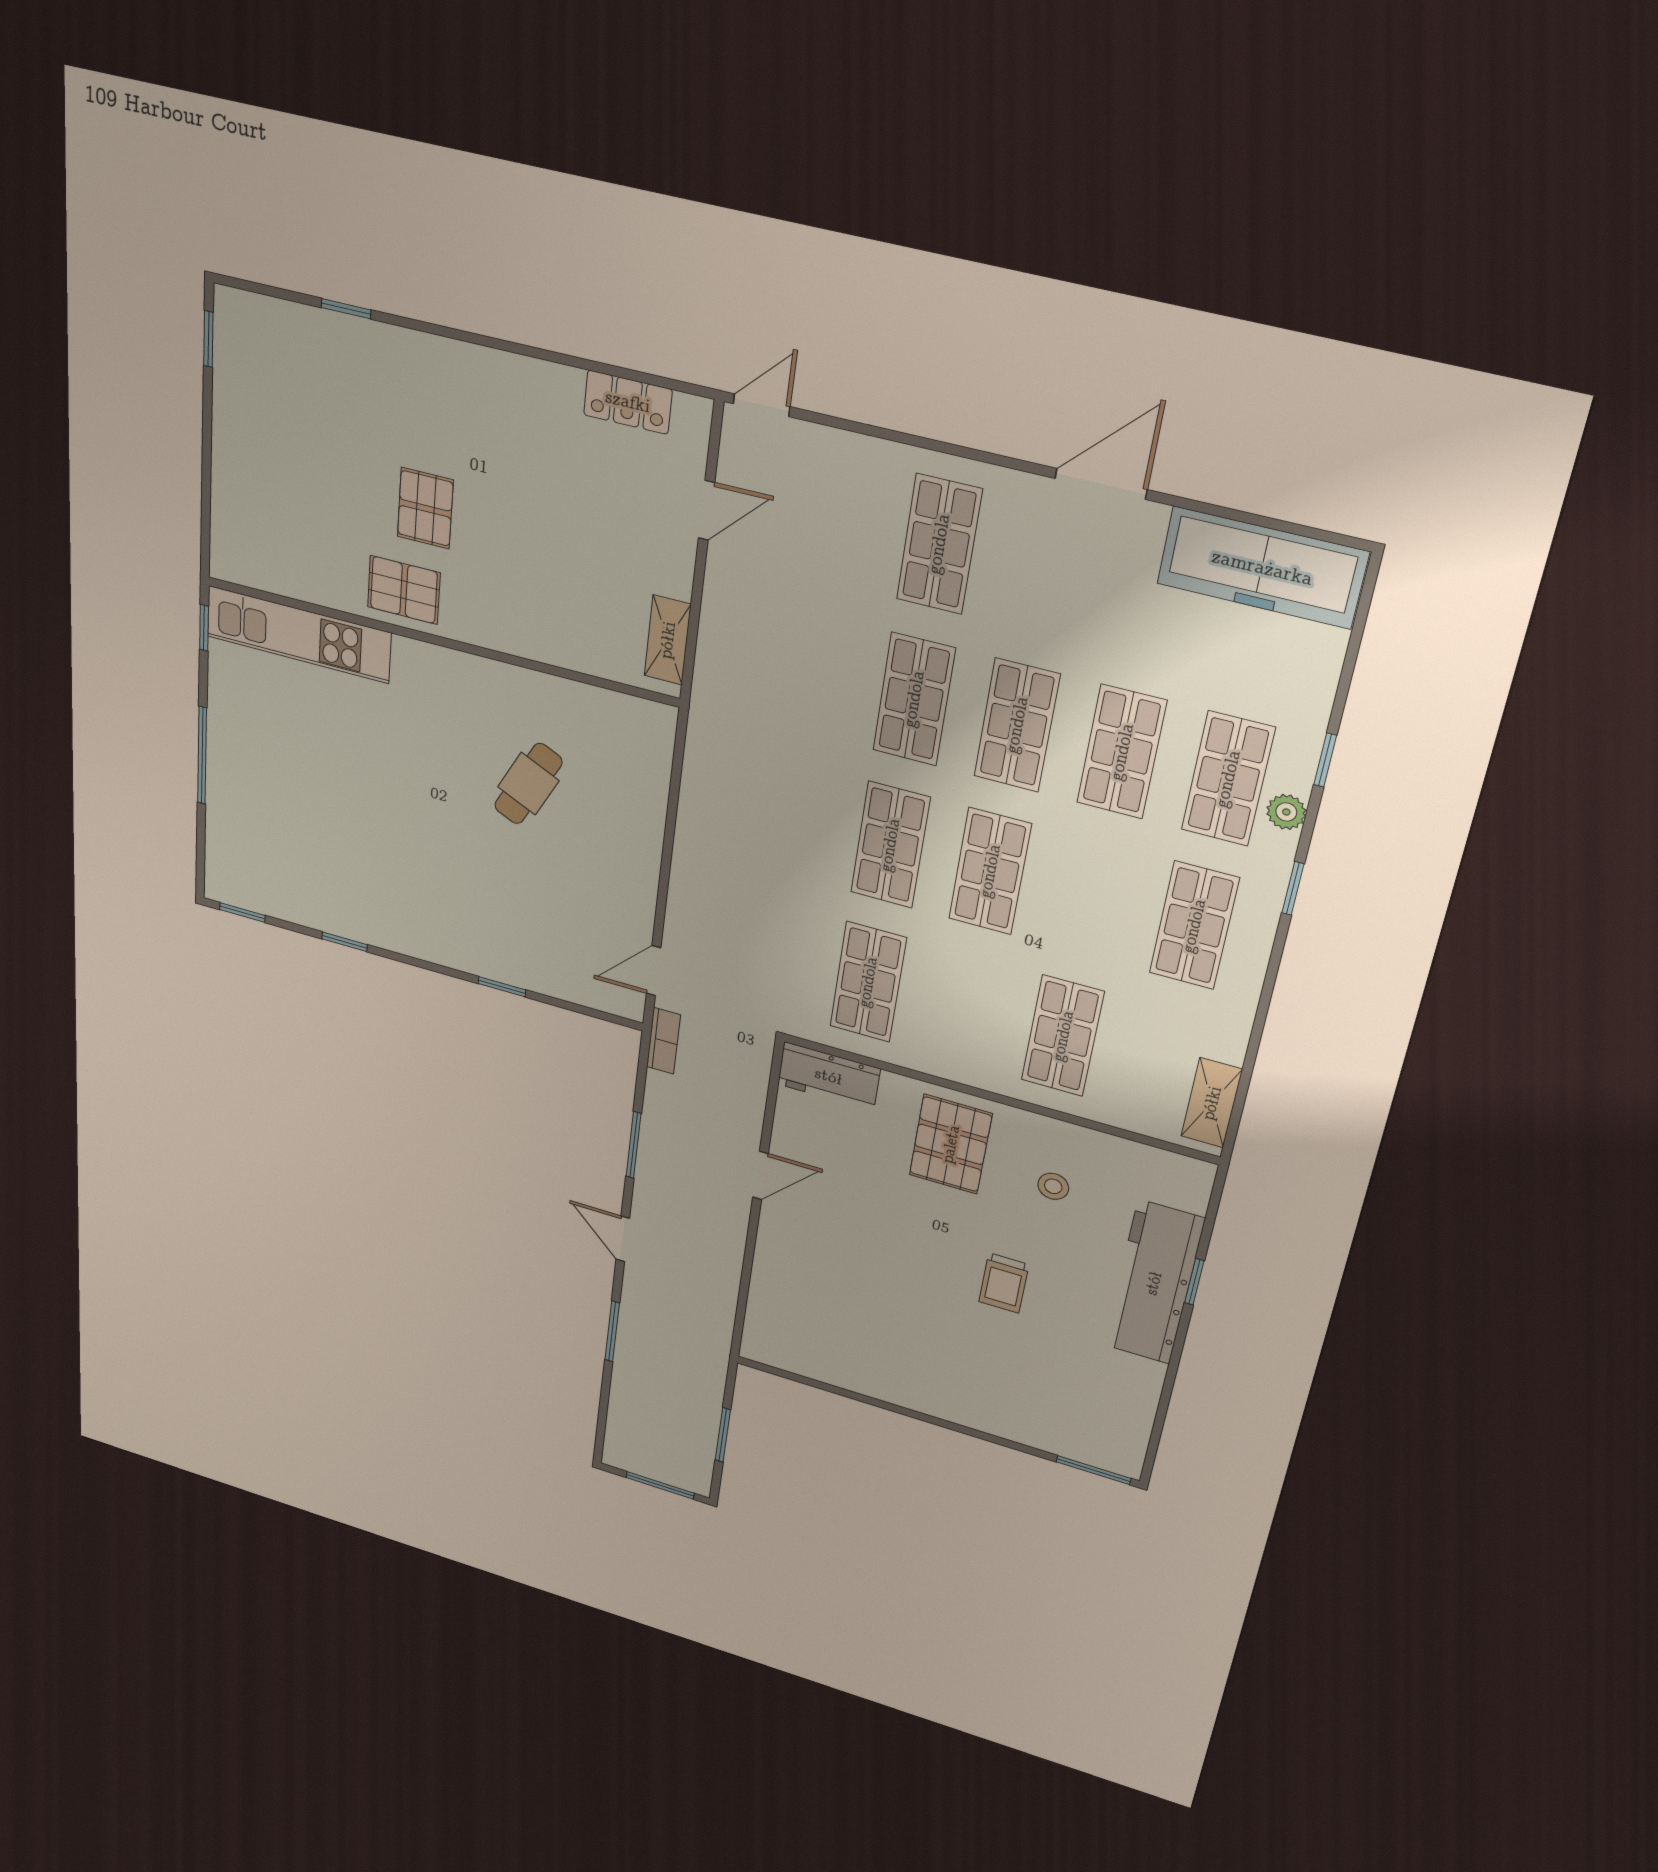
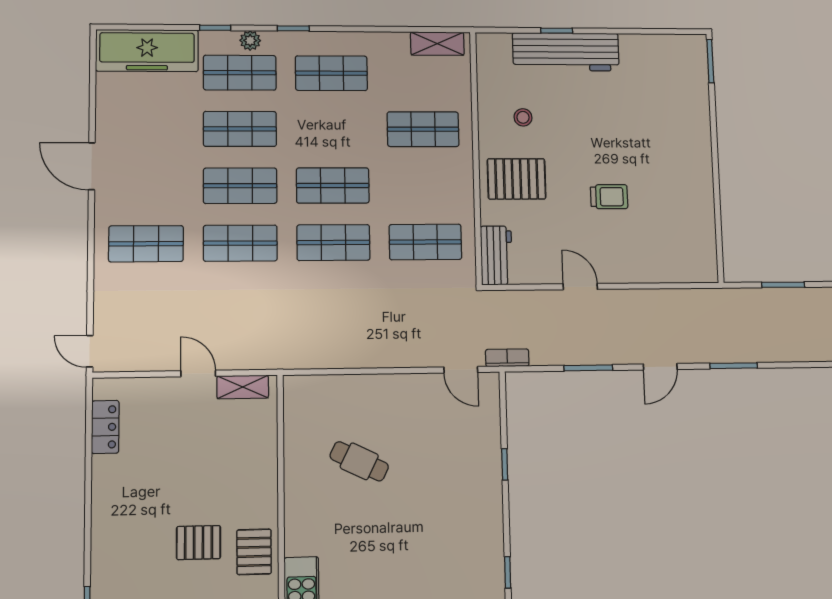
door: (707, 510) -> (198, 374), moved
freezer: (1262, 568) -> (147, 51), moved, turned 90
trolley: (1004, 1283) -> (609, 197), moved

